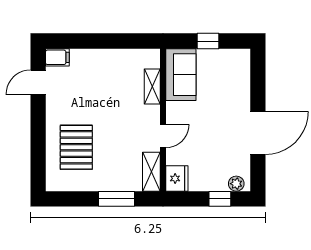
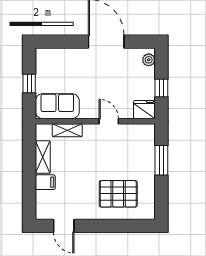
filing cabinet: (57, 57) -> (45, 182), moved, turned 90
shelving: (151, 172) -> (43, 157), moved, turned 90
window: (220, 199) -> (161, 88), moved

